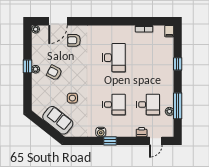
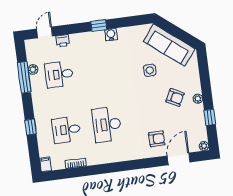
window: (28, 66) -> (210, 117), moved
desk: (114, 104) -> (66, 130), moved
sofa: (58, 120) -> (169, 45), width x1.36

